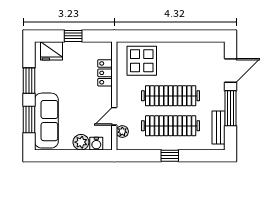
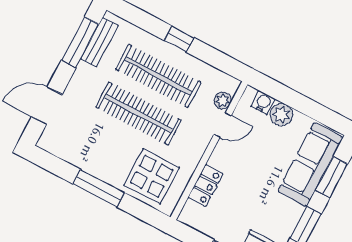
window: (171, 36) -> (99, 188), added
window: (230, 108) -> (80, 42), moved

